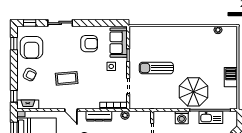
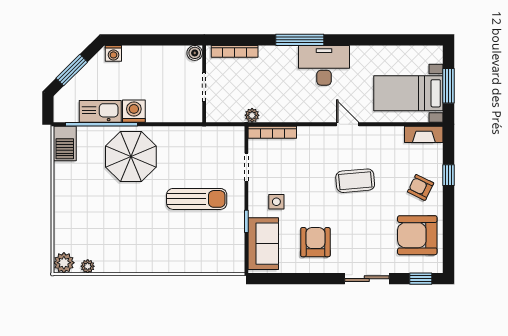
plant: (231, 32) -> (64, 263), added
window: (14, 44) -> (449, 242), removed
armchair: (89, 44) -> (315, 242), turned 90
armchair: (32, 47) -> (417, 235), turned -90
barbecue: (231, 77) -> (65, 144), moved
window: (14, 96) -> (449, 175), moved
dresser: (99, 116) -> (298, 114), removed
washing machine: (182, 118) -> (134, 111), moved

